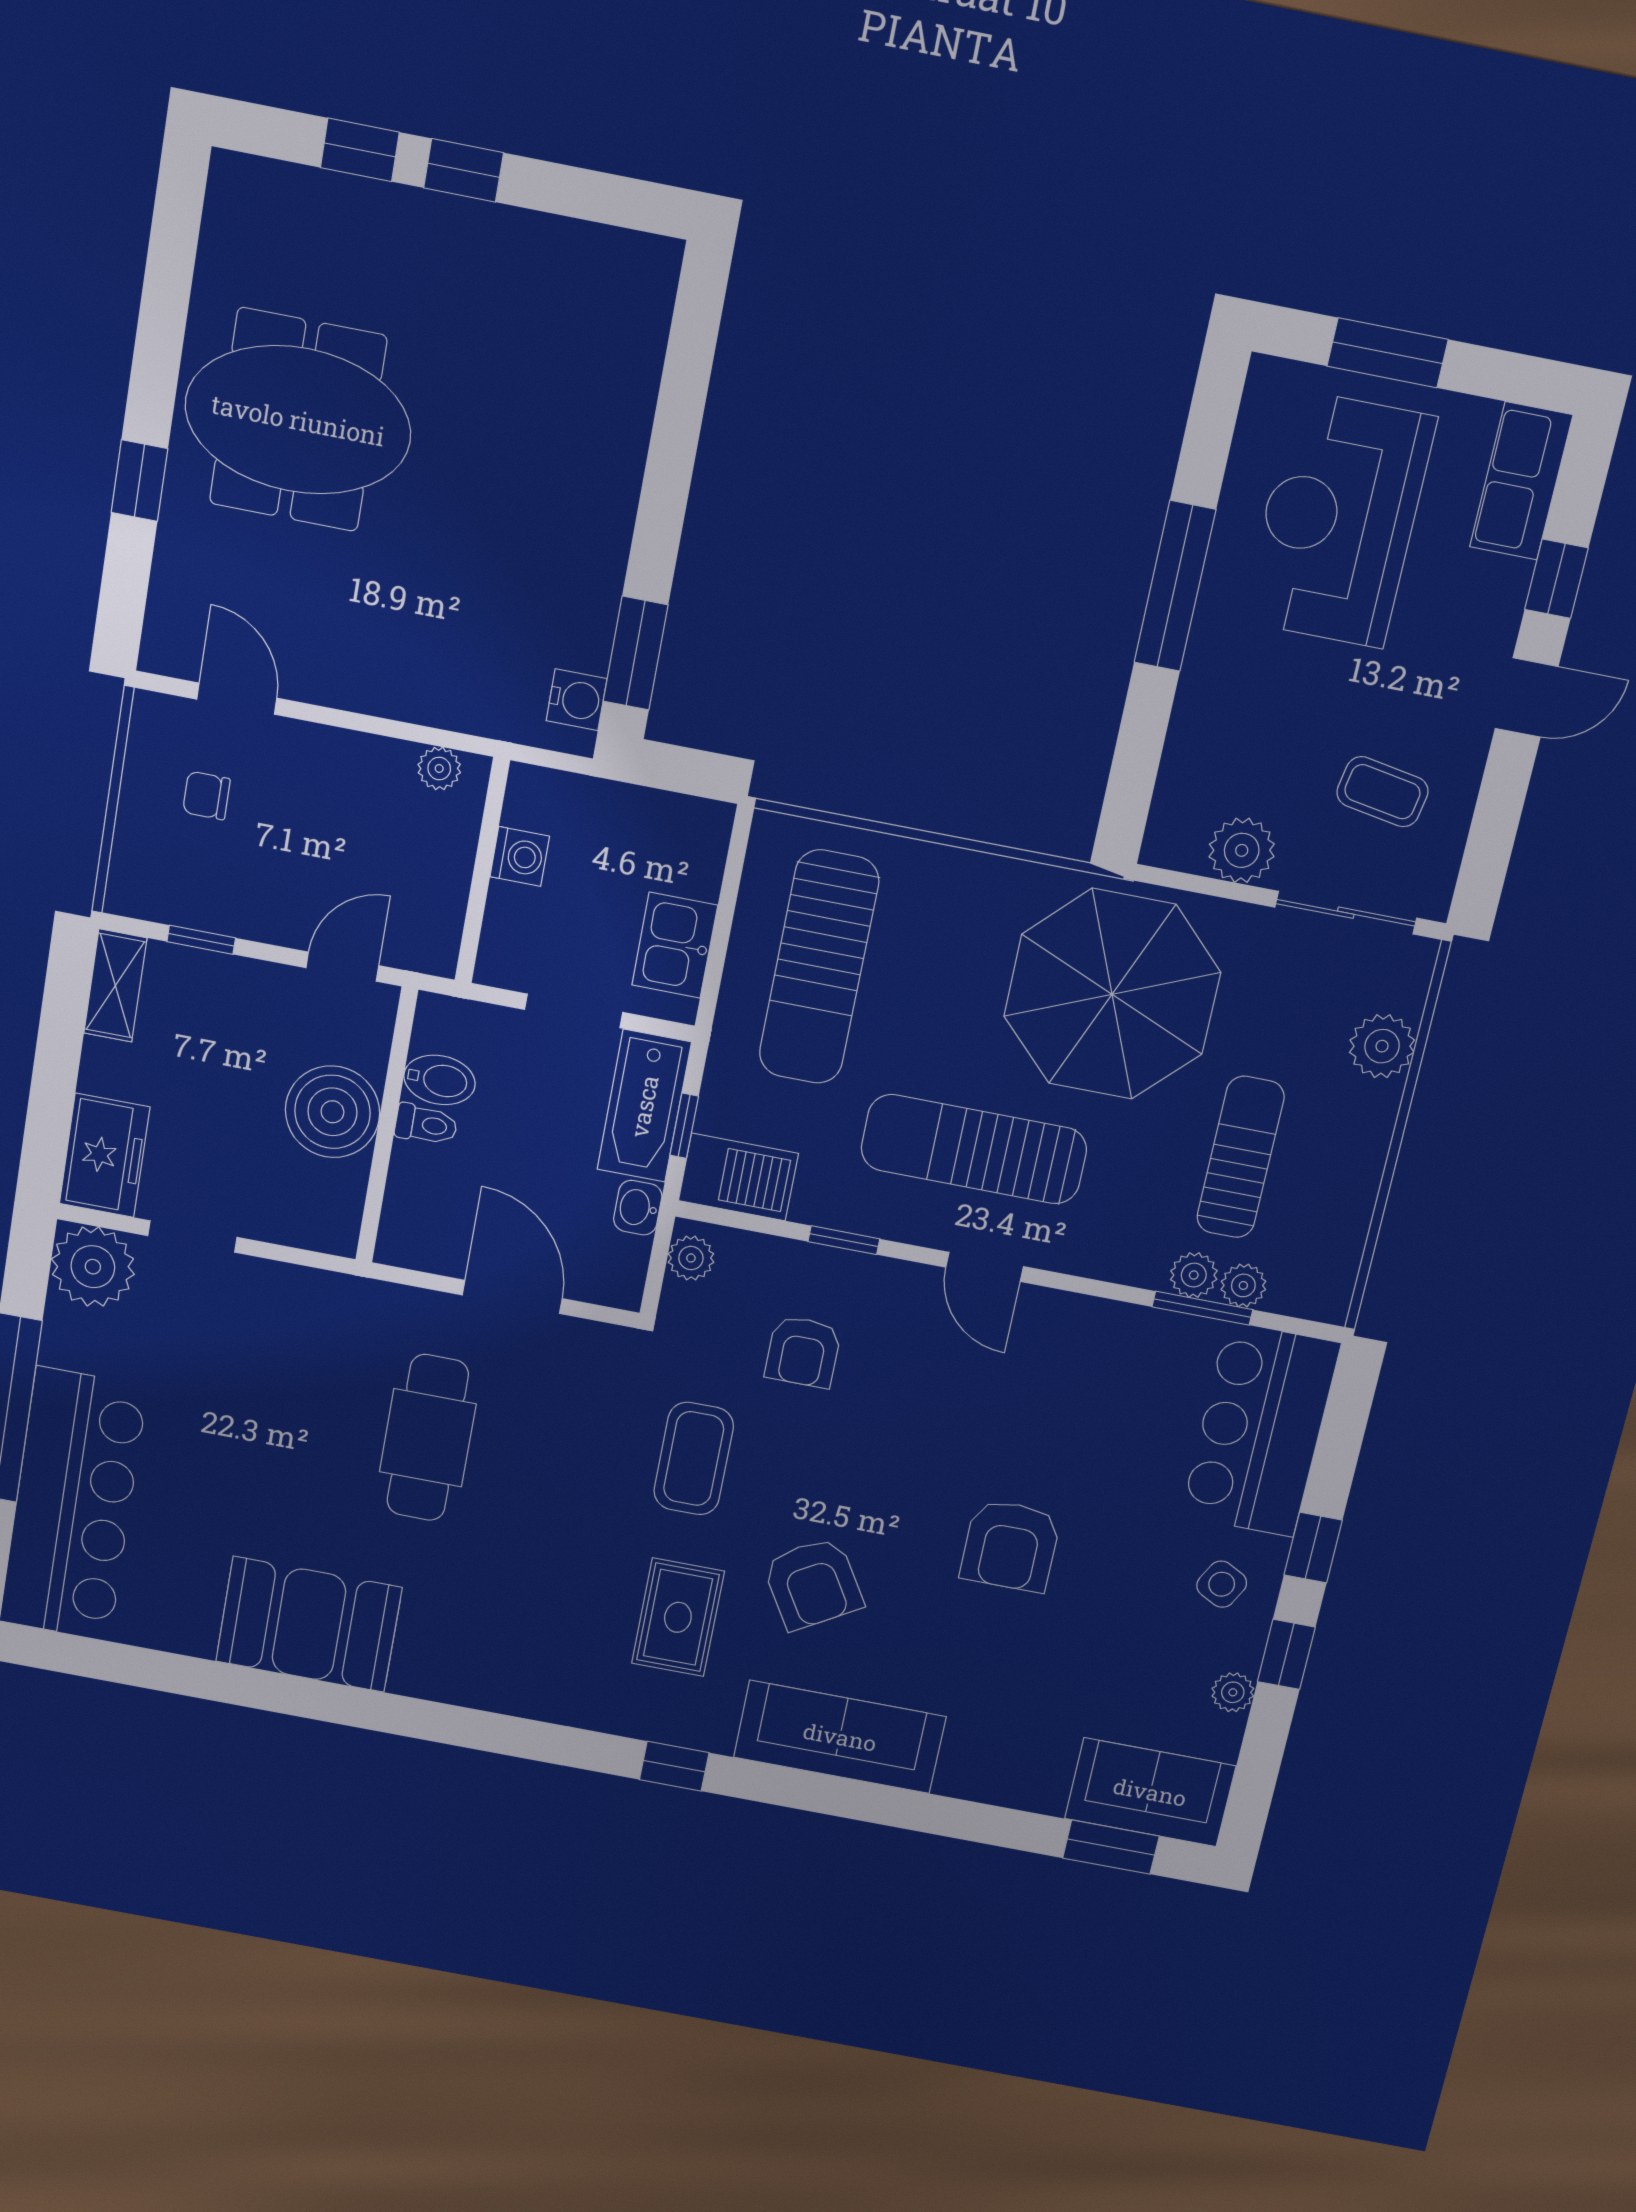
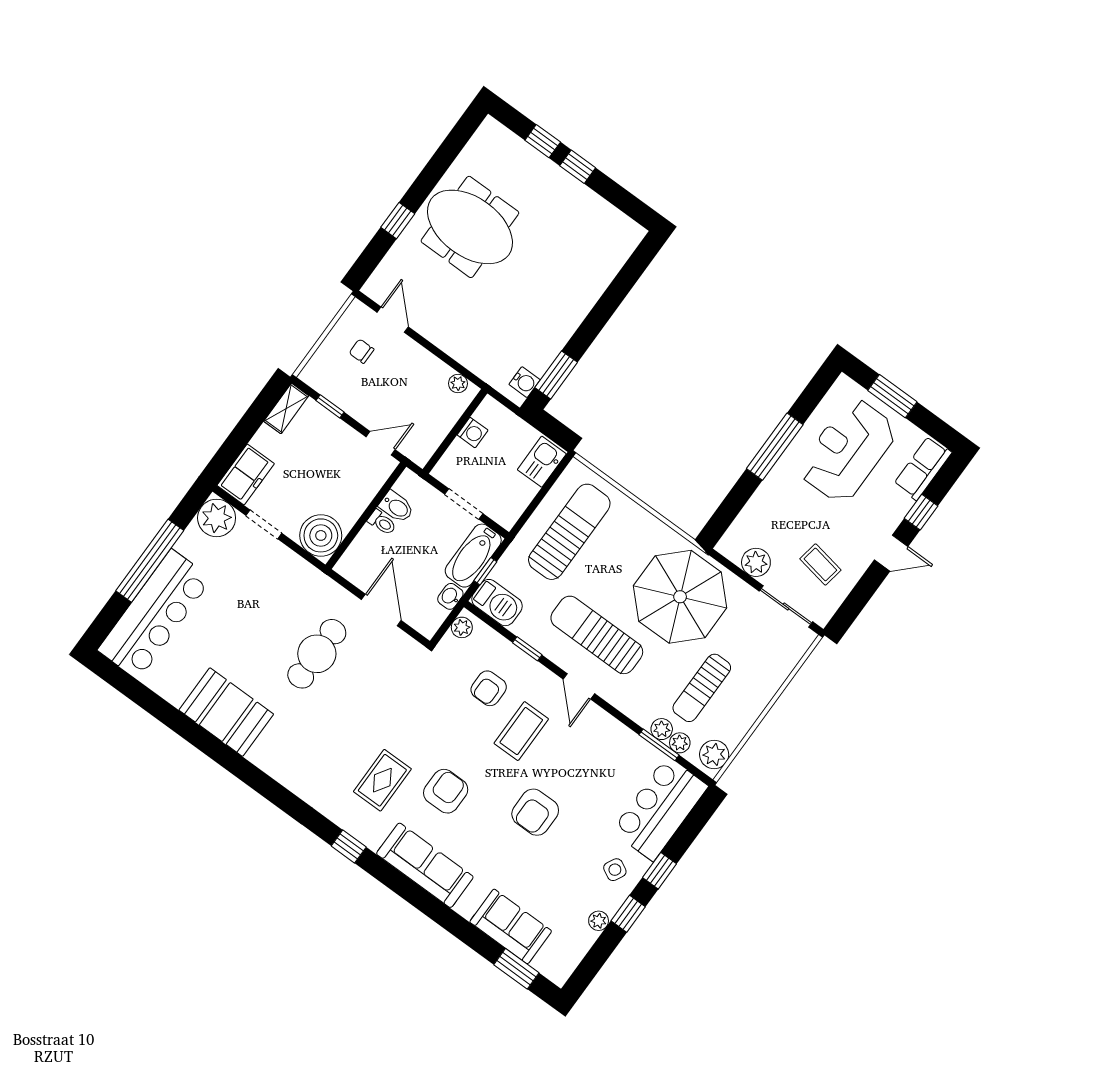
kitchen sink: (675, 945) -> (542, 462), moved
sun lounger: (819, 967) -> (569, 532), turned 180
plant: (1382, 1046) -> (714, 755), moved
boiler: (332, 1112) -> (321, 535), moved
sun lounger: (1240, 1157) -> (702, 688), turned 180
coffee table: (694, 1459) -> (521, 731), moved
armchair: (813, 1584) -> (446, 791), turned -149
sofa: (1150, 1792) -> (511, 926), moved

